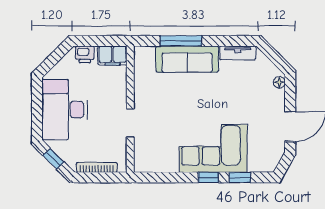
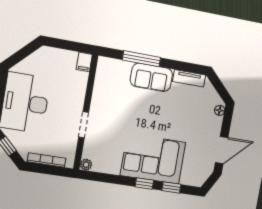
printer: (85, 54) -> (52, 55), removed
filing cabinet: (113, 56) -> (84, 62), width x0.50
sofa: (187, 59) -> (151, 77), width x0.73
plant: (140, 166) -> (86, 165), added

